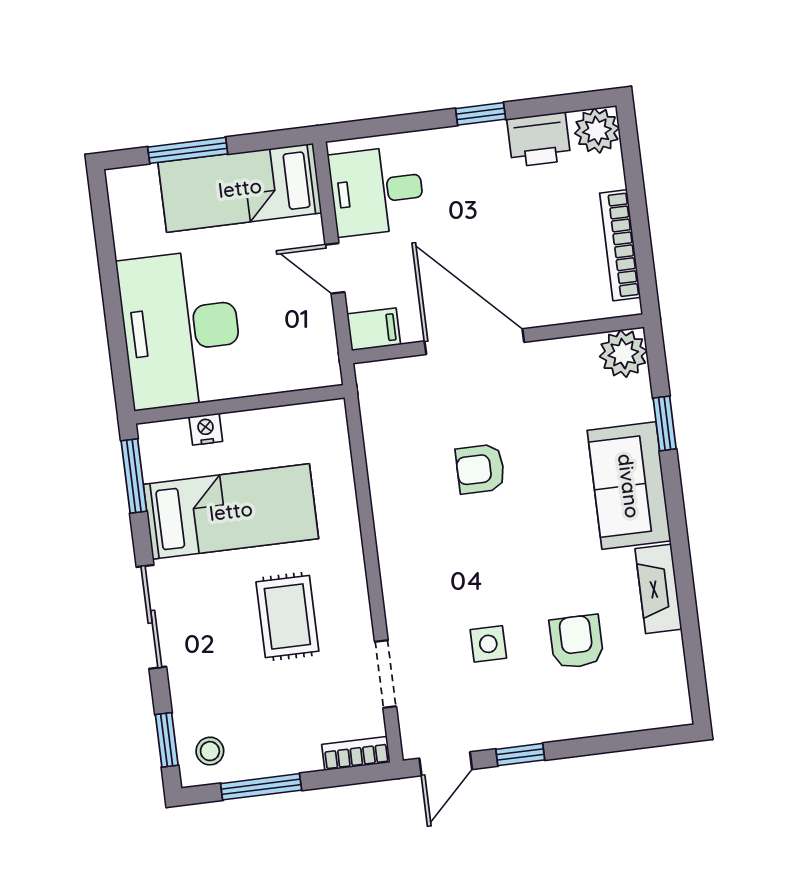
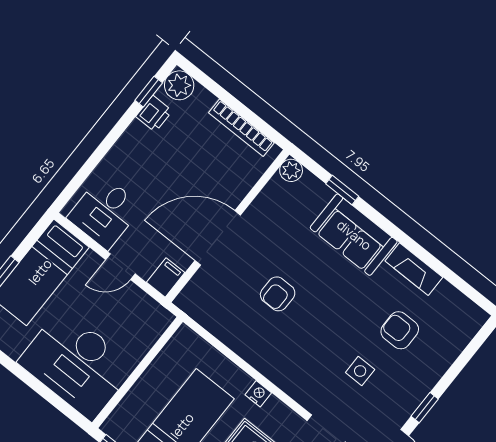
window: (481, 114) -> (149, 92), moved
printer: (539, 140) -> (154, 114), width x0.73, depth x0.81
plant: (623, 354) -> (291, 170), width x0.73, depth x0.73
nightstand: (206, 429) -> (258, 394), moved, turned 90

